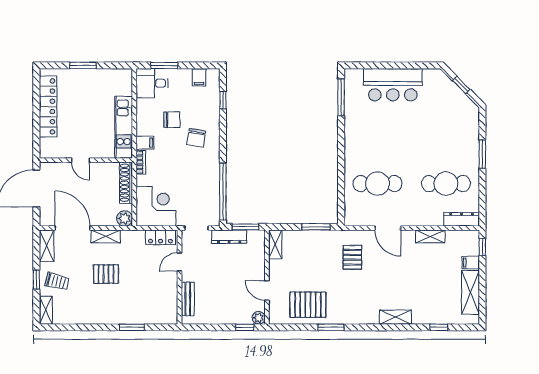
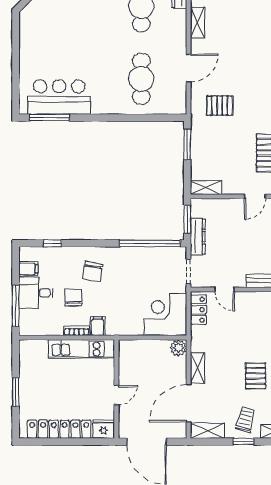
window: (164, 65) -> (16, 306), width x1.44
desk: (152, 83) -> (36, 293), moved, turned 90
bar counter: (393, 85) -> (59, 97), moved, turned -90
chair: (196, 138) -> (93, 272), turned 90
fridge: (48, 148) -> (104, 429), added
bookcase: (141, 162) -> (77, 331), moved
shoe rack: (126, 183) -> (140, 346), removed
pallet: (106, 274) -> (256, 376), moved

